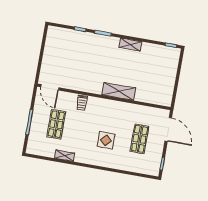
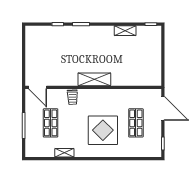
shelving: (130, 44) -> (125, 31), moved
shelving: (119, 91) -> (94, 79), moved
display table: (106, 140) -> (103, 130), width x1.86, depth x1.86

